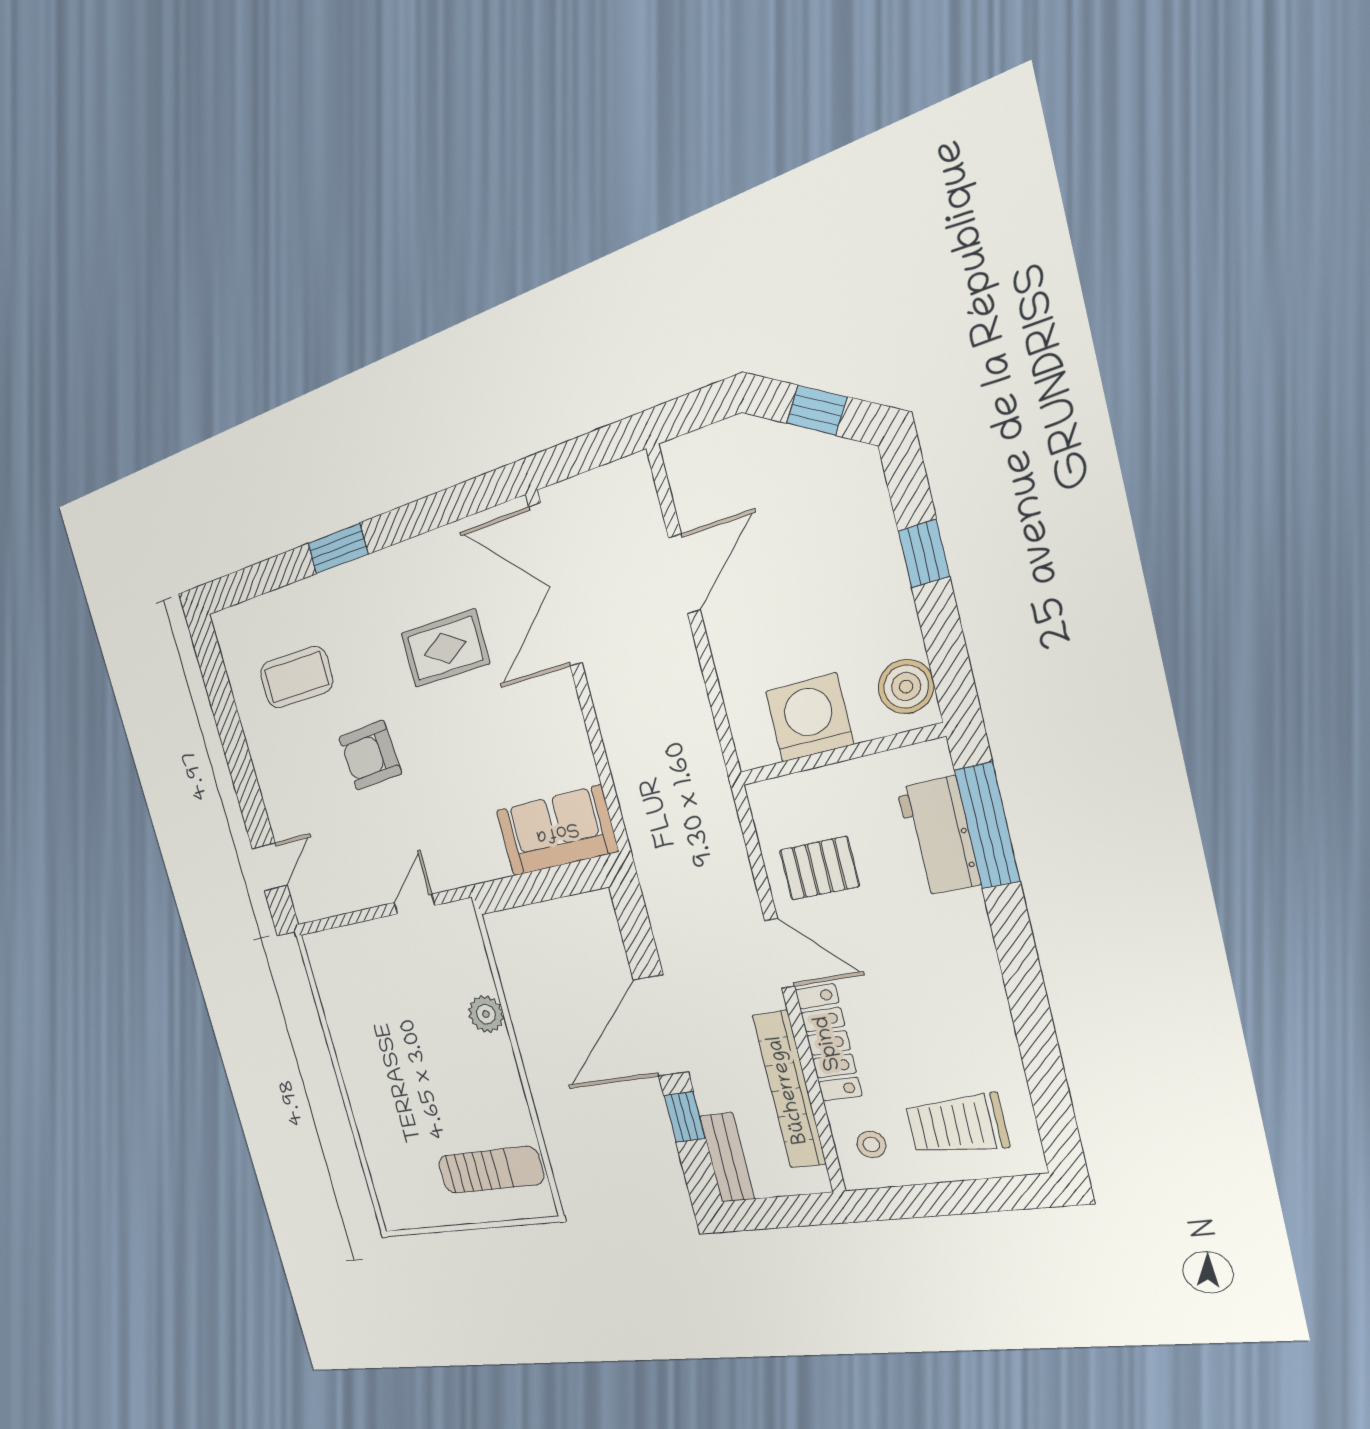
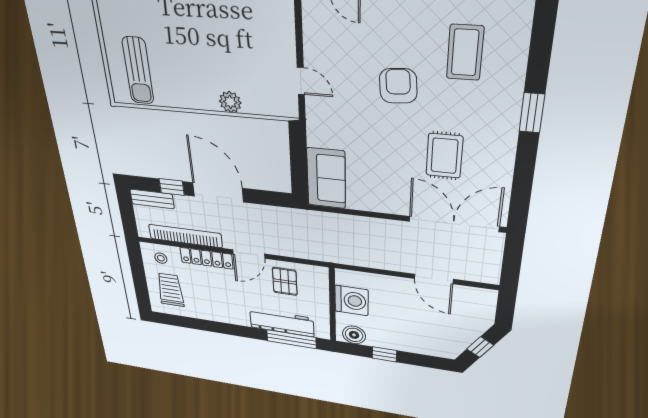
window: (924, 553) -> (384, 354), moved
workbench: (939, 836) -> (282, 323), width x1.37

